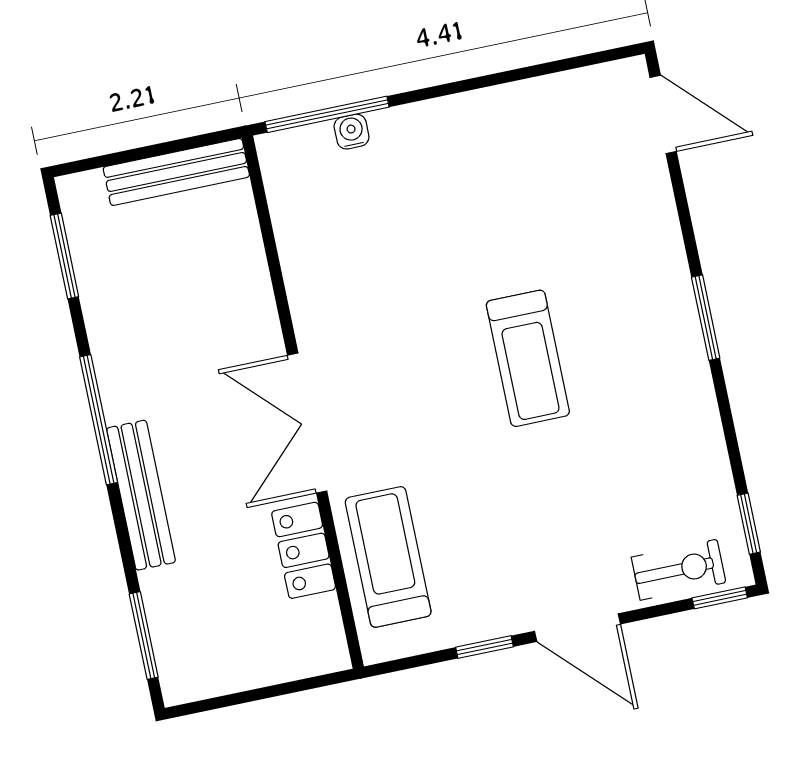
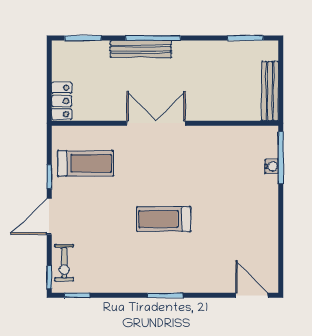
door: (663, 114) -> (252, 295), swing flipped
window: (99, 420) -> (153, 38), moved
locker: (304, 550) -> (62, 101), moved, turned 90
treadmill: (388, 557) -> (86, 163), moved

